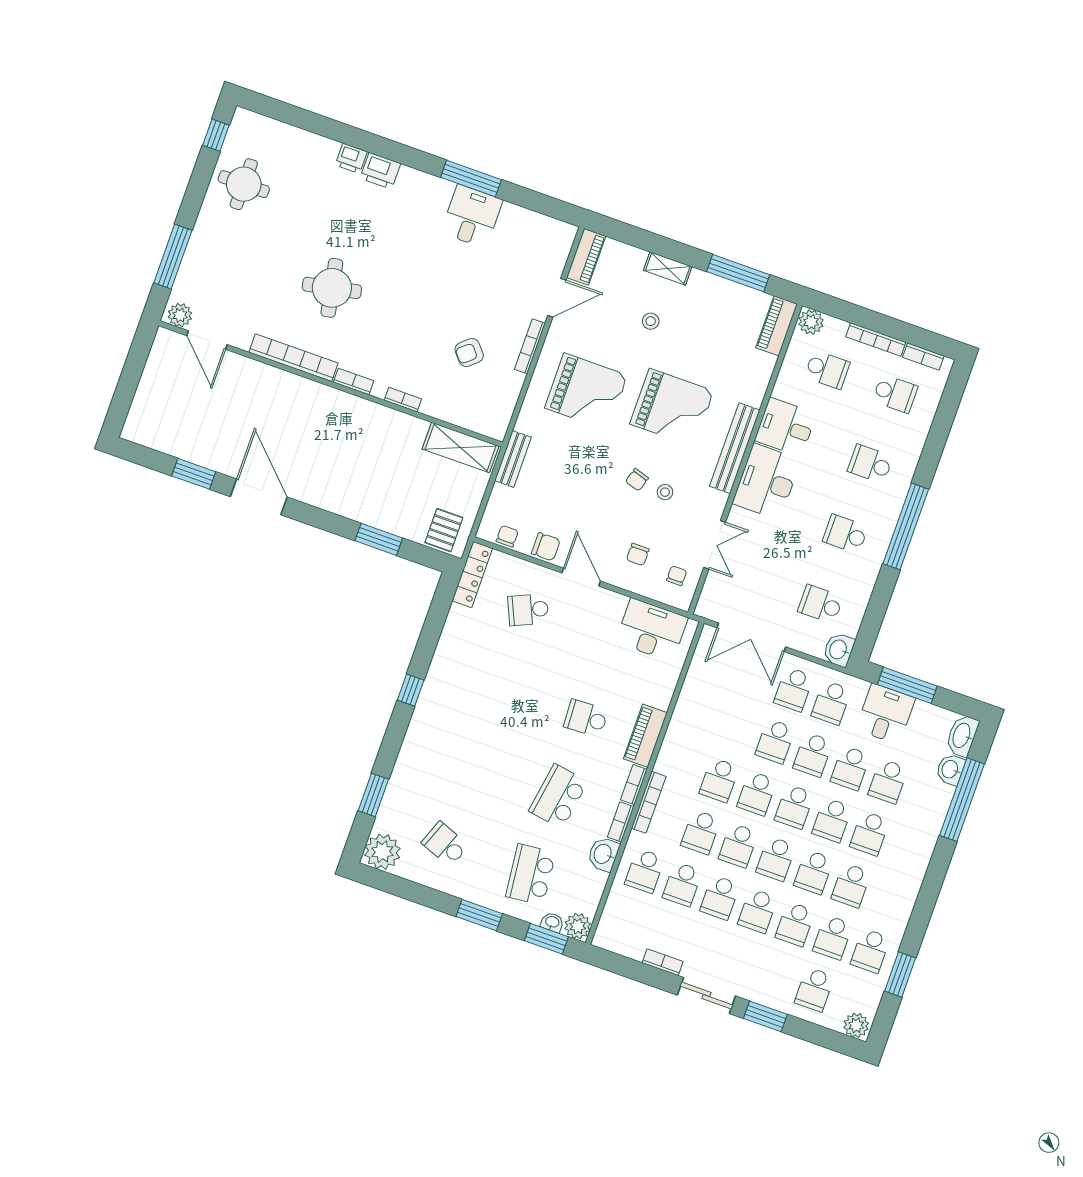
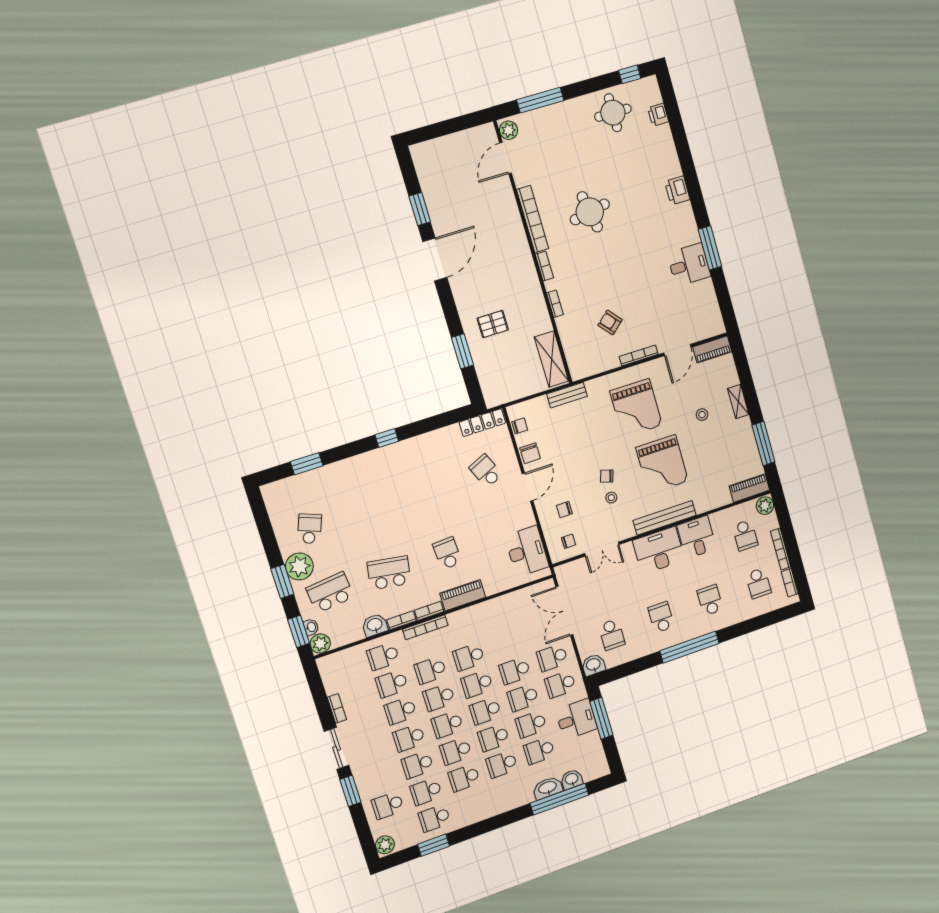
printer: (351, 158) -> (658, 115), moved
door: (557, 298) -> (677, 350), hinge flipped
pallet: (444, 530) -> (493, 324), moved
school desk: (821, 604) -> (612, 635), turned 180
washbasin: (962, 736) -> (548, 788), moved
plant: (382, 852) -> (299, 566), moved

